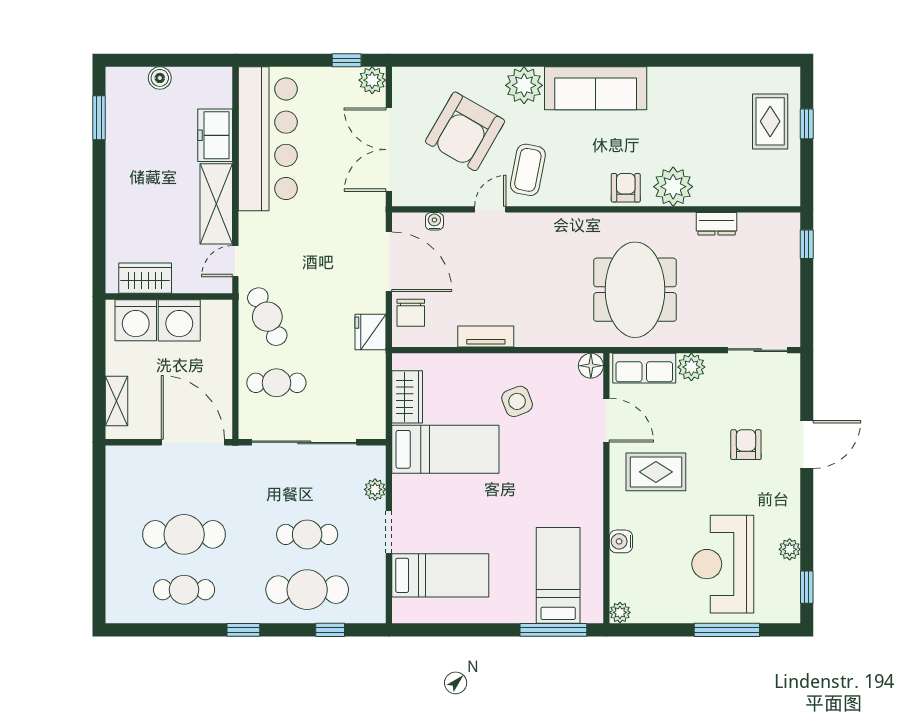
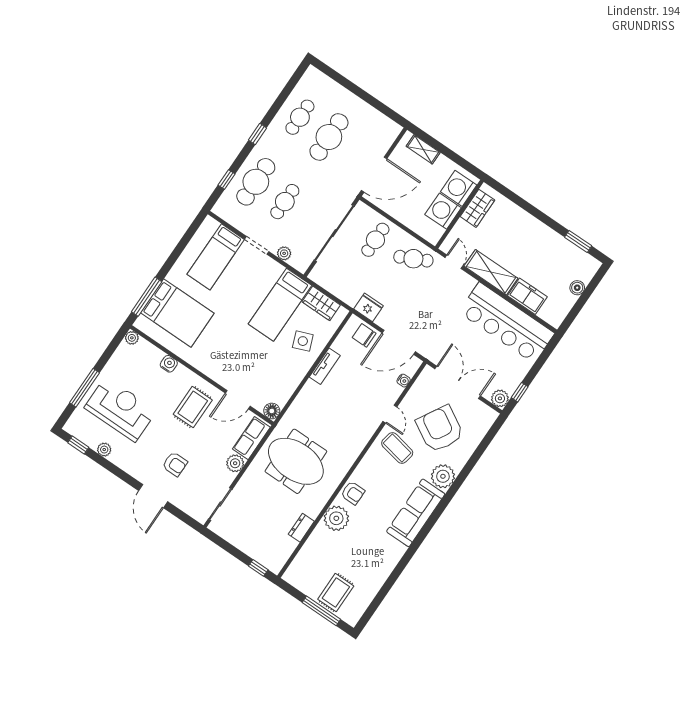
rug: (770, 121) -> (336, 593), turned 90
window: (807, 124) -> (321, 611), width x2.17
side table: (517, 401) -> (303, 341), moved
bed: (558, 575) -> (177, 313), width x1.50

